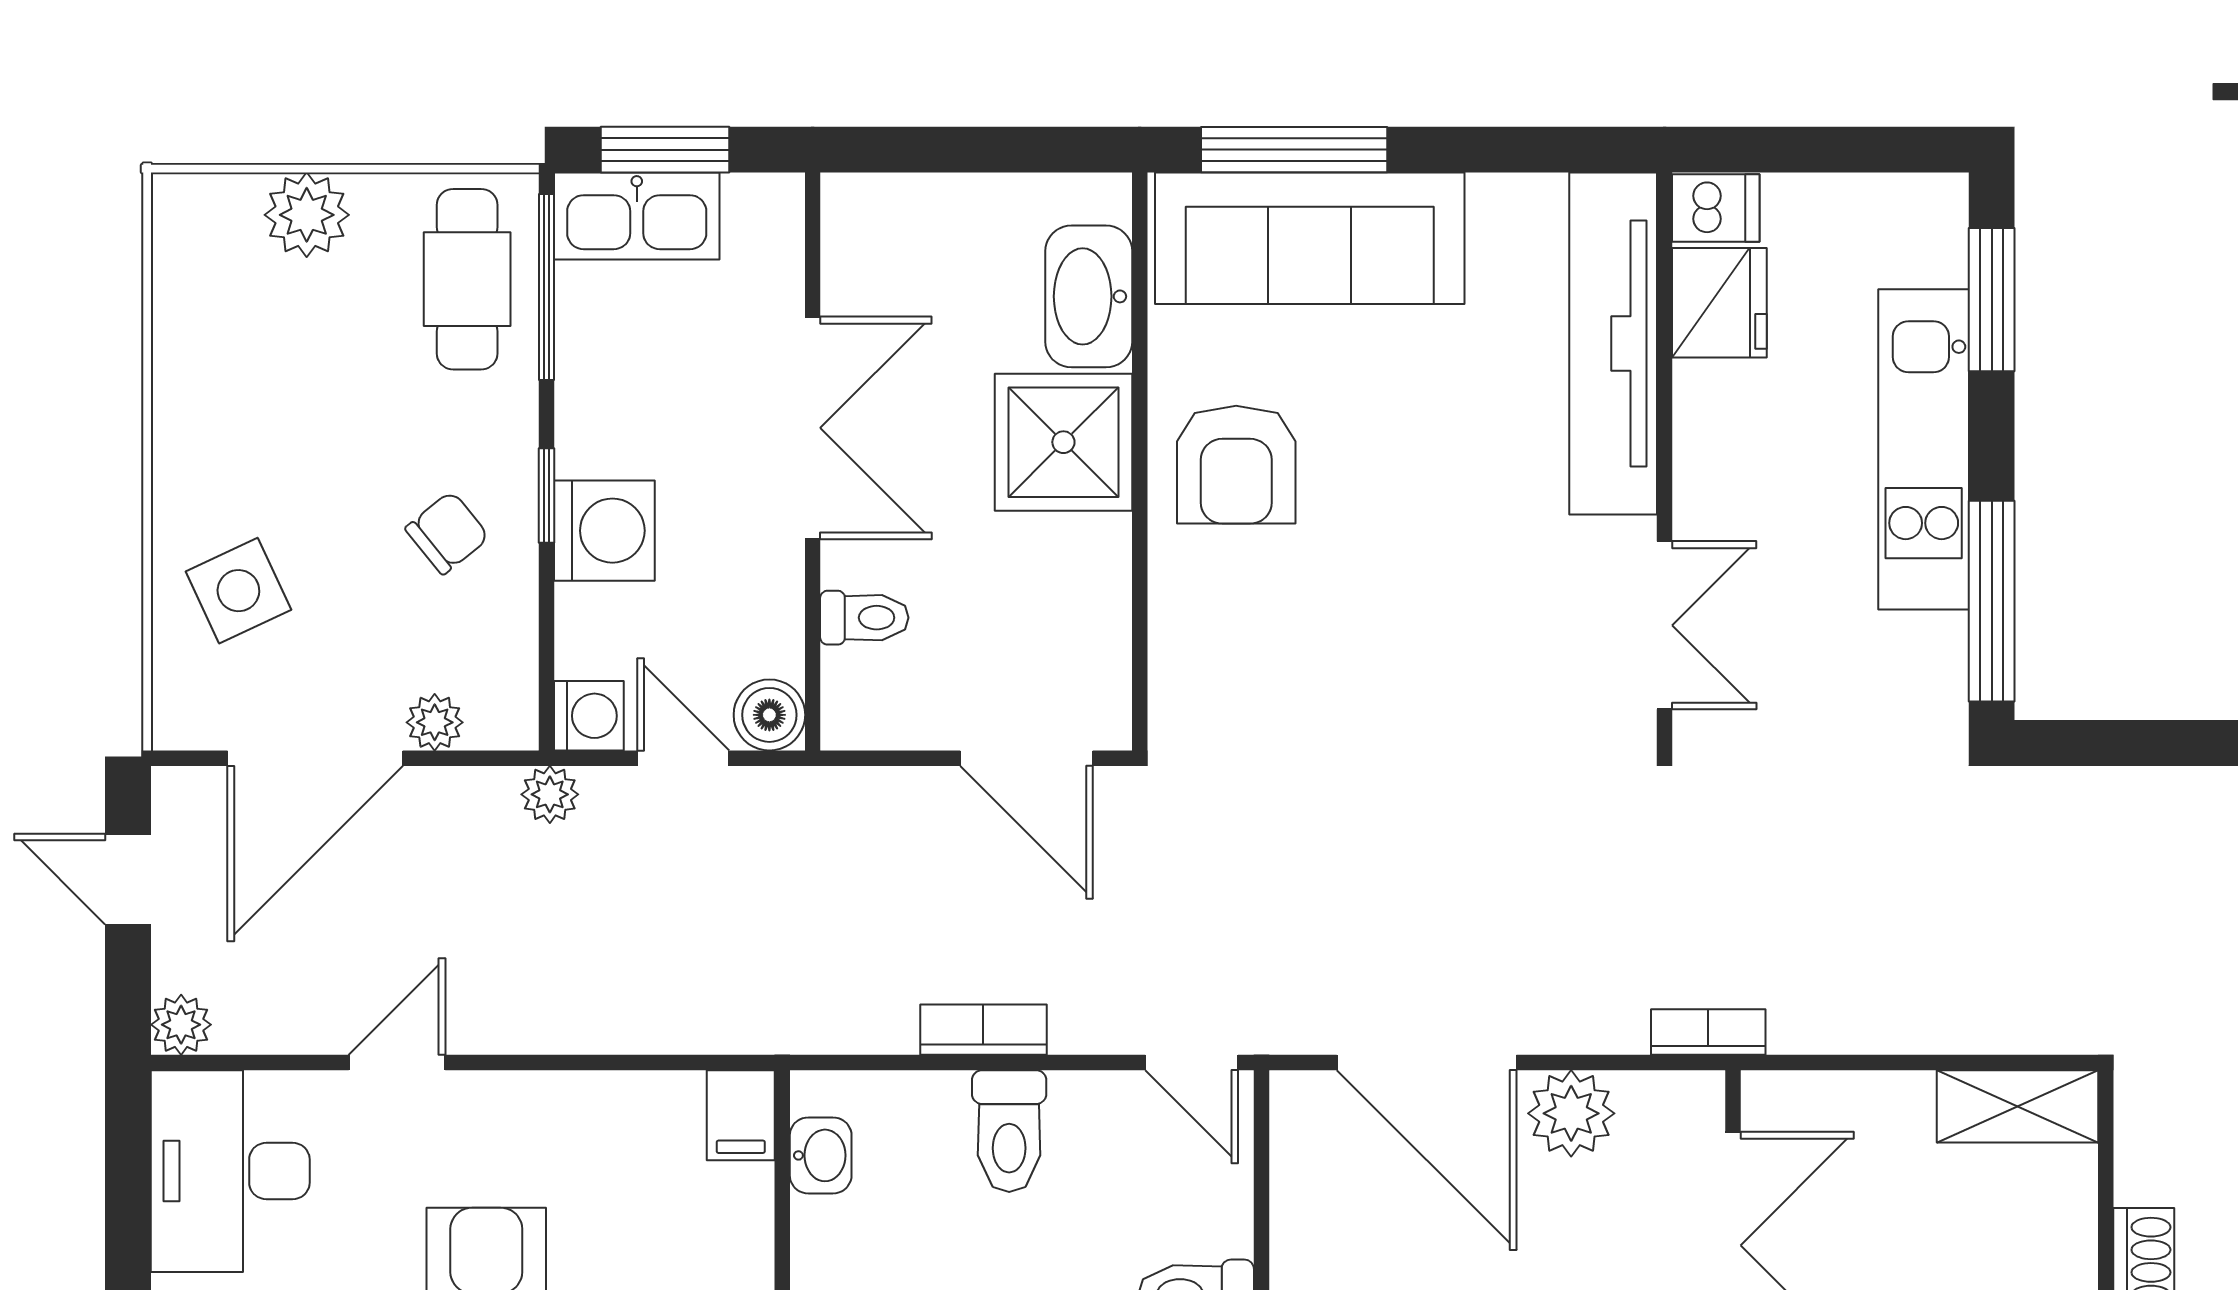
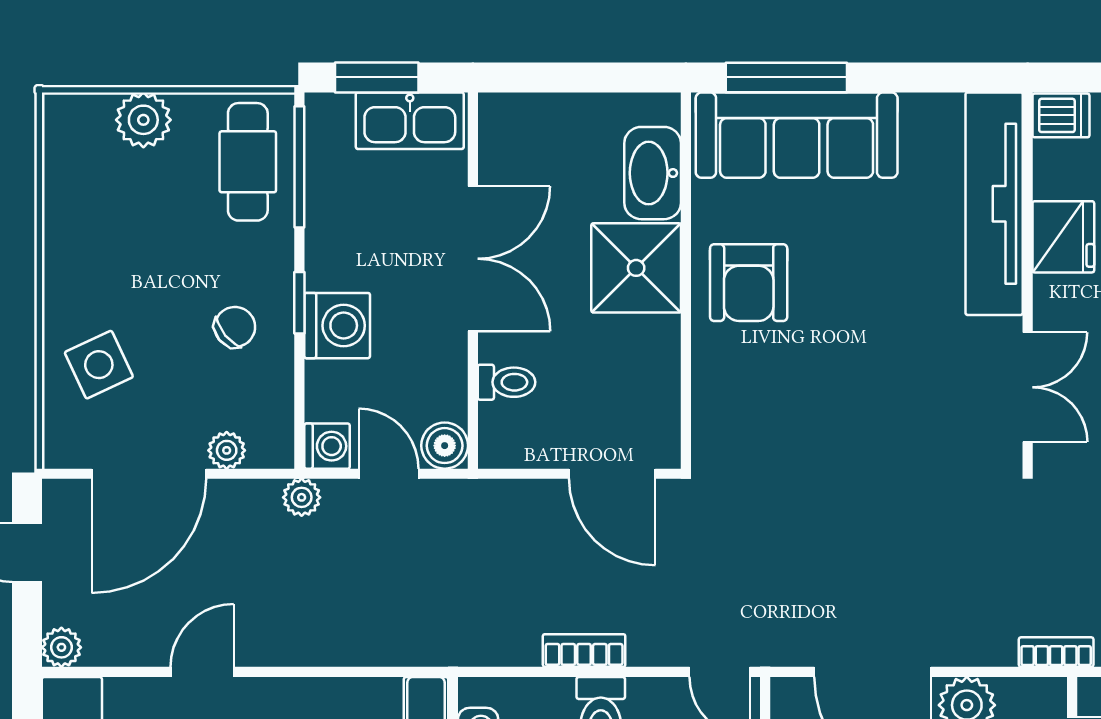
kitchen sink: (637, 216) -> (410, 121), moved
fridge: (1719, 303) -> (1063, 237), moved

